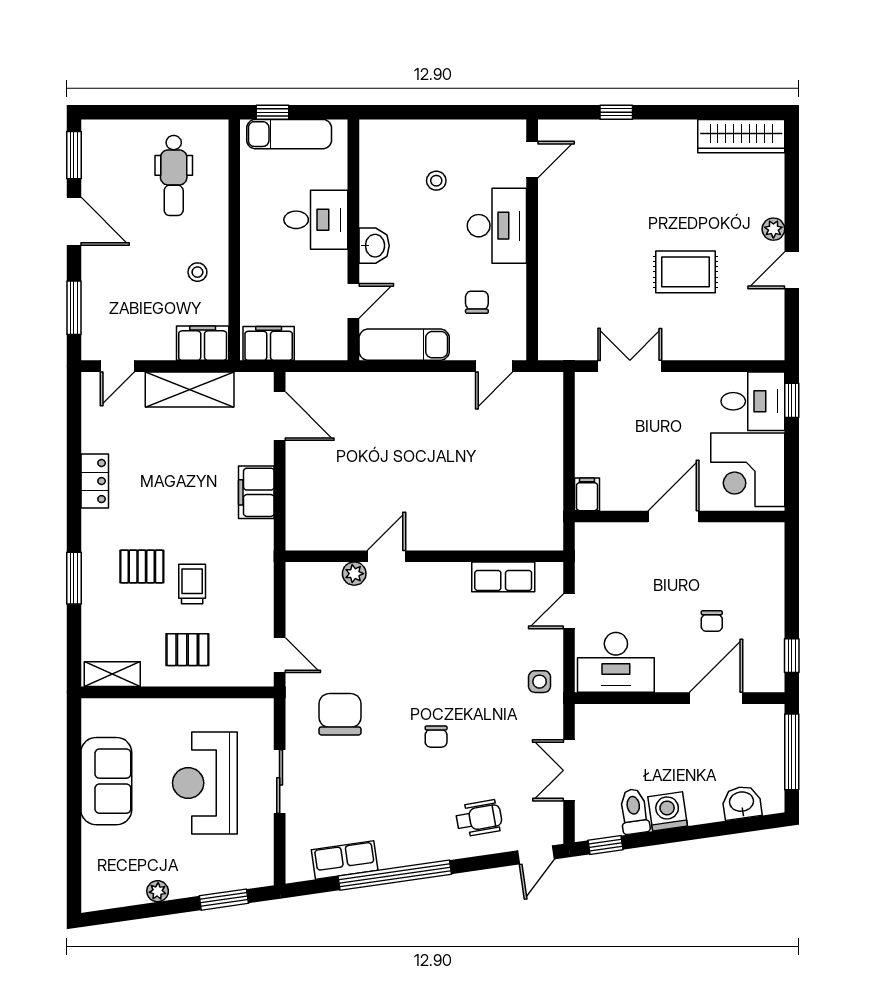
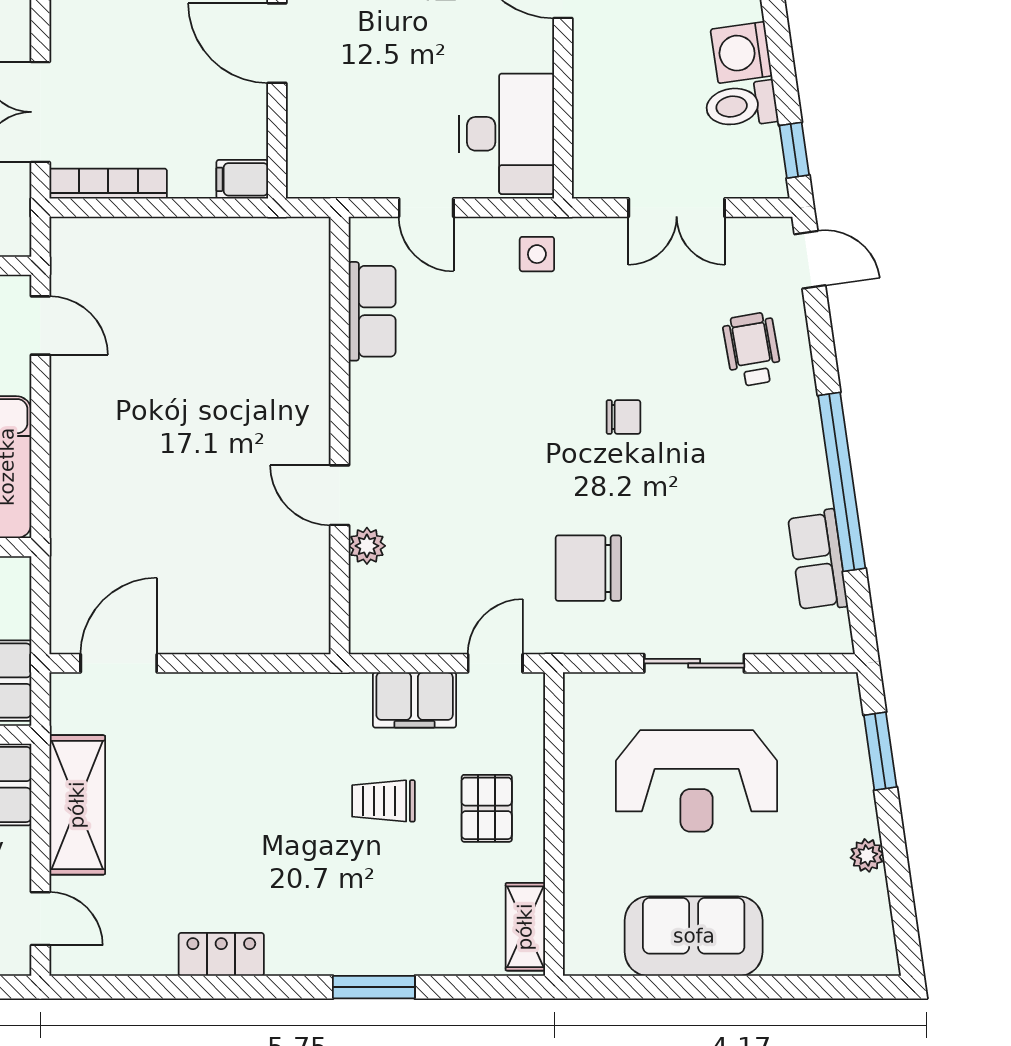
bookcase: (584, 409) -> (108, 184), added
filing cabinet: (256, 492) -> (415, 700), moved
pallet: (142, 567) -> (356, 880), removed

